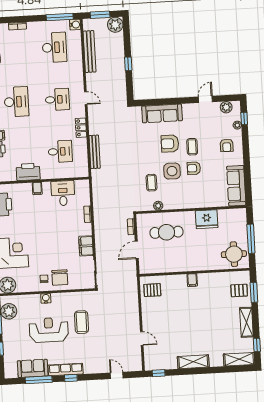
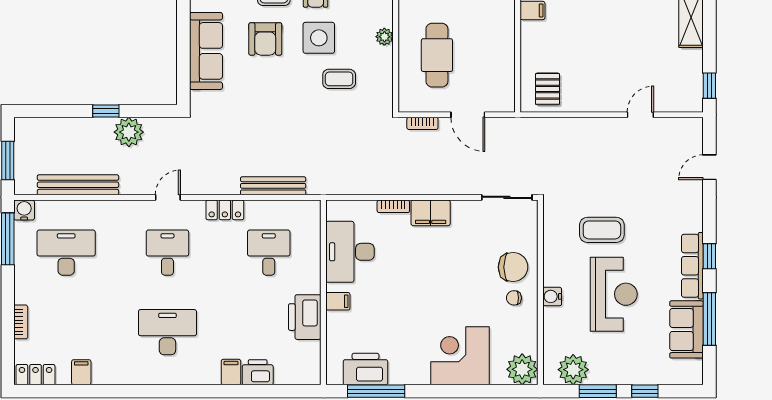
plant: (115, 25) -> (129, 132), moved
desk: (63, 193) -> (350, 252), width x1.37
plant: (158, 206) -> (384, 37), moved
filing cabinet: (86, 246) -> (431, 213), moved
reception desk: (49, 330) -> (614, 294), turned 180

